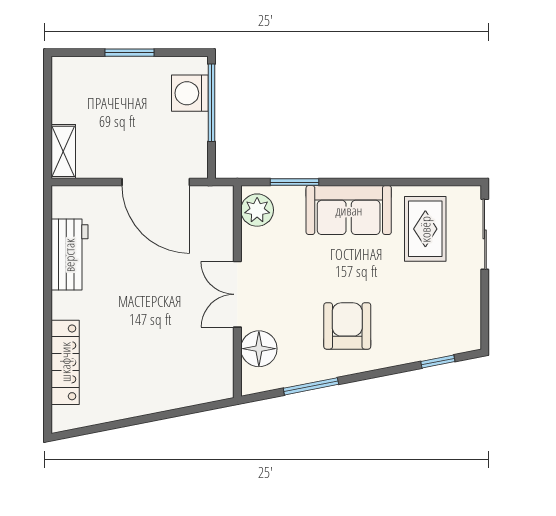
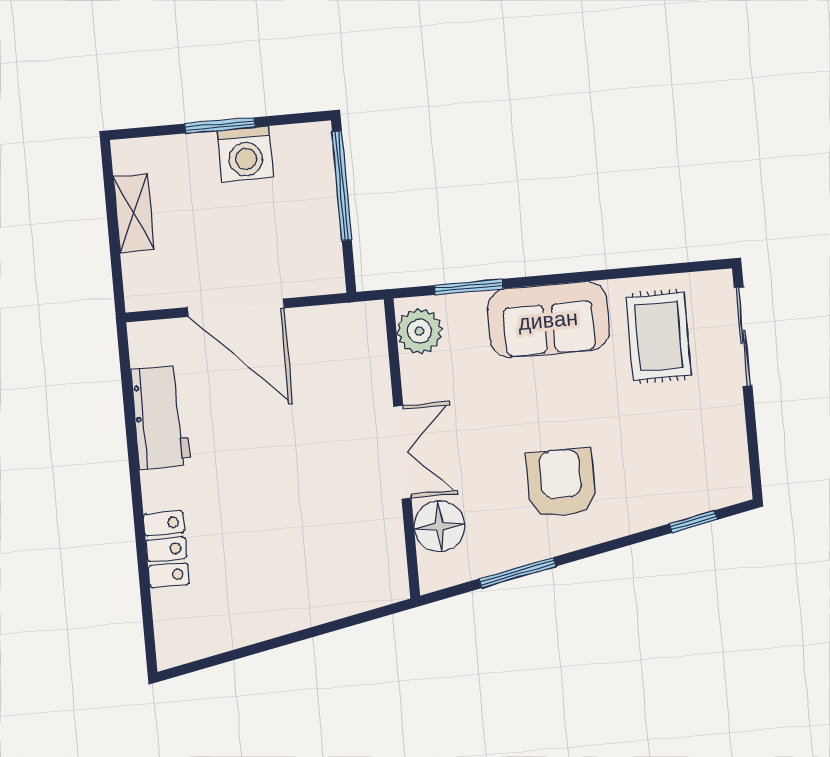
washing machine: (190, 93) -> (245, 154), moved, turned -90
shelving: (63, 151) -> (134, 213), moved
door: (156, 182) -> (236, 308), moved
double door: (237, 294) -> (402, 452), swing flipped
locker: (65, 362) -> (166, 549), width x0.66

